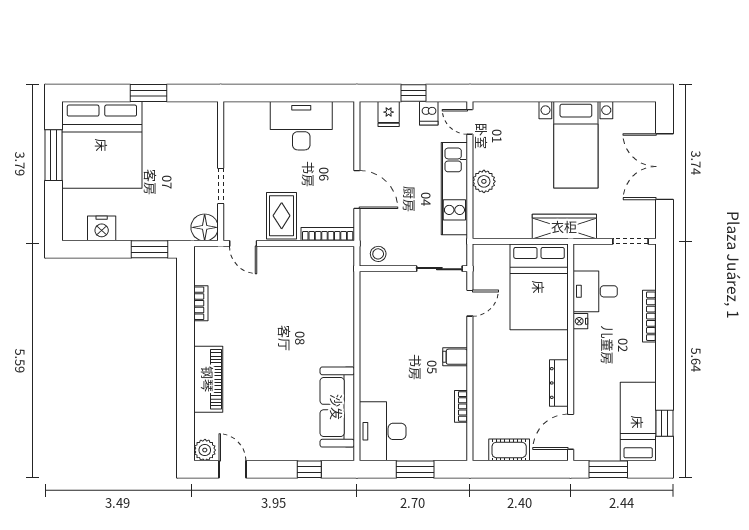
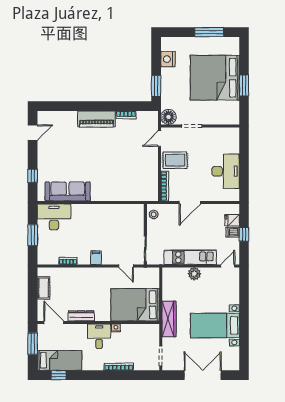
dishwasher: (429, 113) -> (233, 232), moved
bed: (102, 145) -> (215, 78), moved
desk: (595, 291) -> (99, 336), moved
piano: (208, 379) -> (96, 119), moved
plant: (205, 450) -> (44, 117), removed

